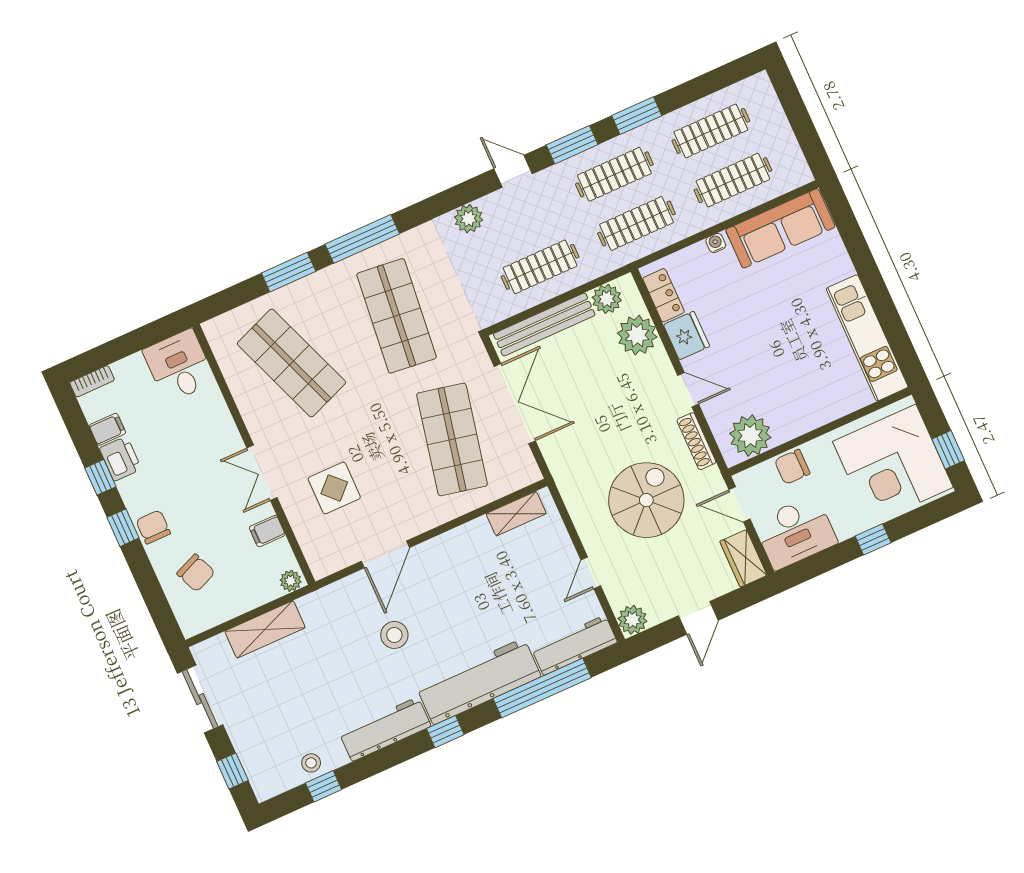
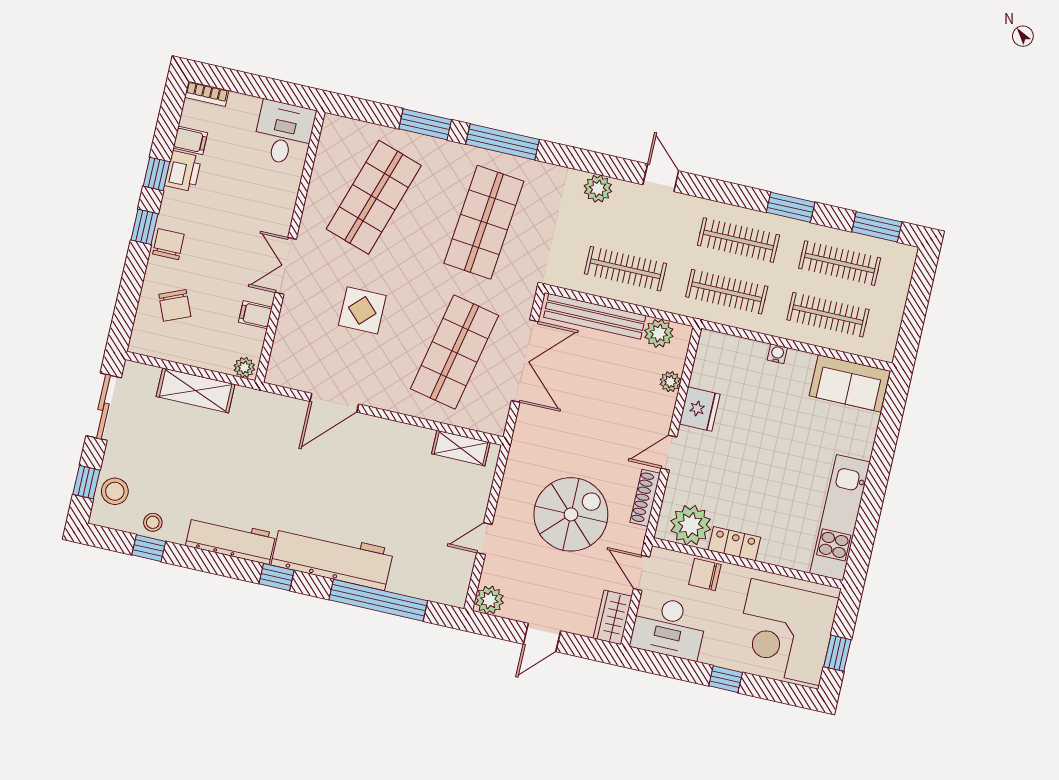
window: (572, 145) -> (877, 227), moved
sofa: (780, 228) -> (850, 383), width x0.73
locker: (664, 295) -> (734, 544), moved, turned -90
plant: (637, 335) -> (670, 382), width x0.53, depth x0.53
shop shelf: (291, 363) -> (374, 197), turned 39
door: (688, 390) -> (669, 453), swing flipped
display table: (334, 488) -> (362, 310), moved
stool: (394, 635) -> (115, 491), moved
workbench: (574, 645) -> (429, 586), removed

